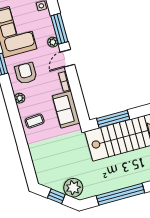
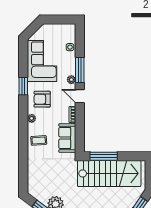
door: (67, 58) -> (80, 96), hinge flipped
armchair: (26, 73) -> (42, 99), turned -90

